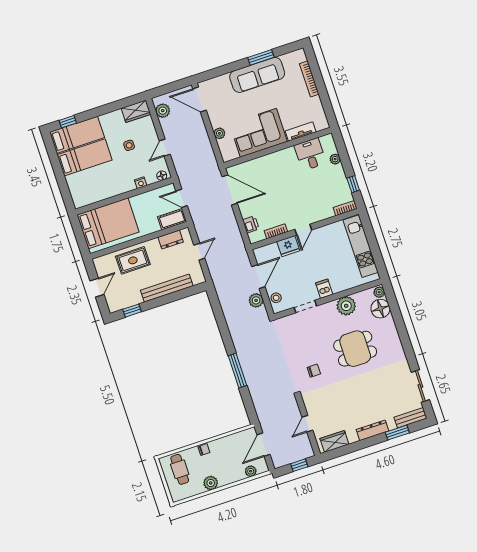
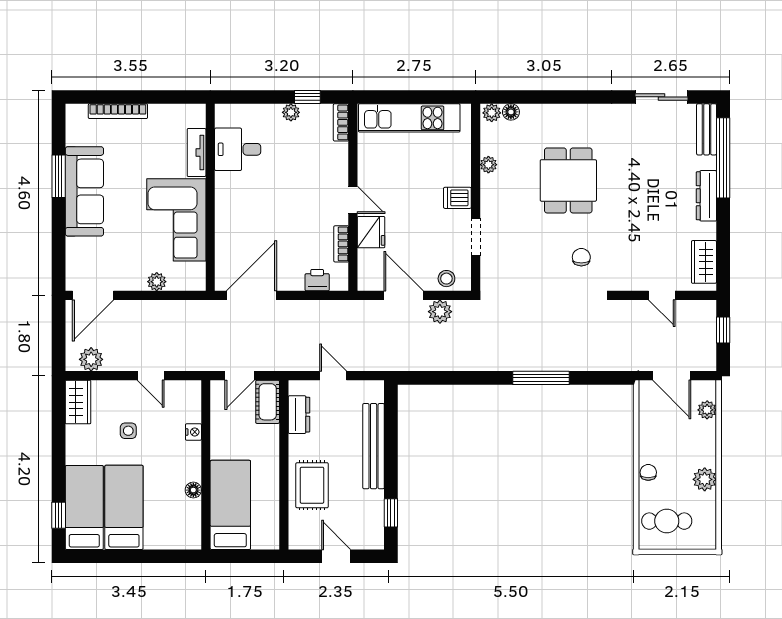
plant: (335, 159) -> (291, 112), moved
floor lamp: (162, 176) -> (193, 490), moved
bed: (108, 223) -> (230, 505), width x0.67
plant: (346, 306) -> (488, 165), width x0.53, depth x0.53
floor lamp: (380, 309) -> (511, 112), width x0.53, depth x0.53
window: (397, 433) -> (723, 158), width x2.11

